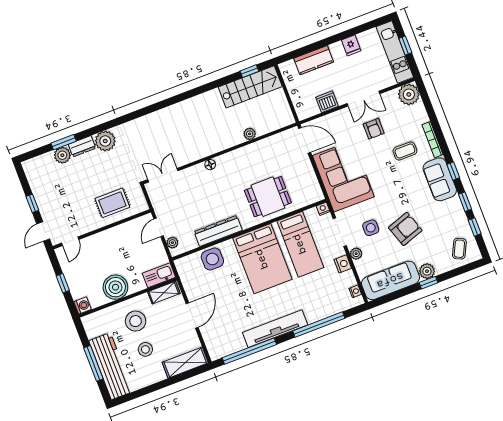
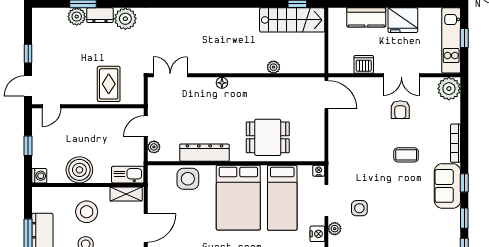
fridge: (351, 45) -> (403, 20), width x1.88, depth x1.34
coffee table: (405, 151) -> (406, 155), moved
corner sofa: (343, 176) -> (352, 146), removed
rug: (112, 203) -> (109, 84), turned 90
armchair: (405, 229) -> (394, 223), removed

